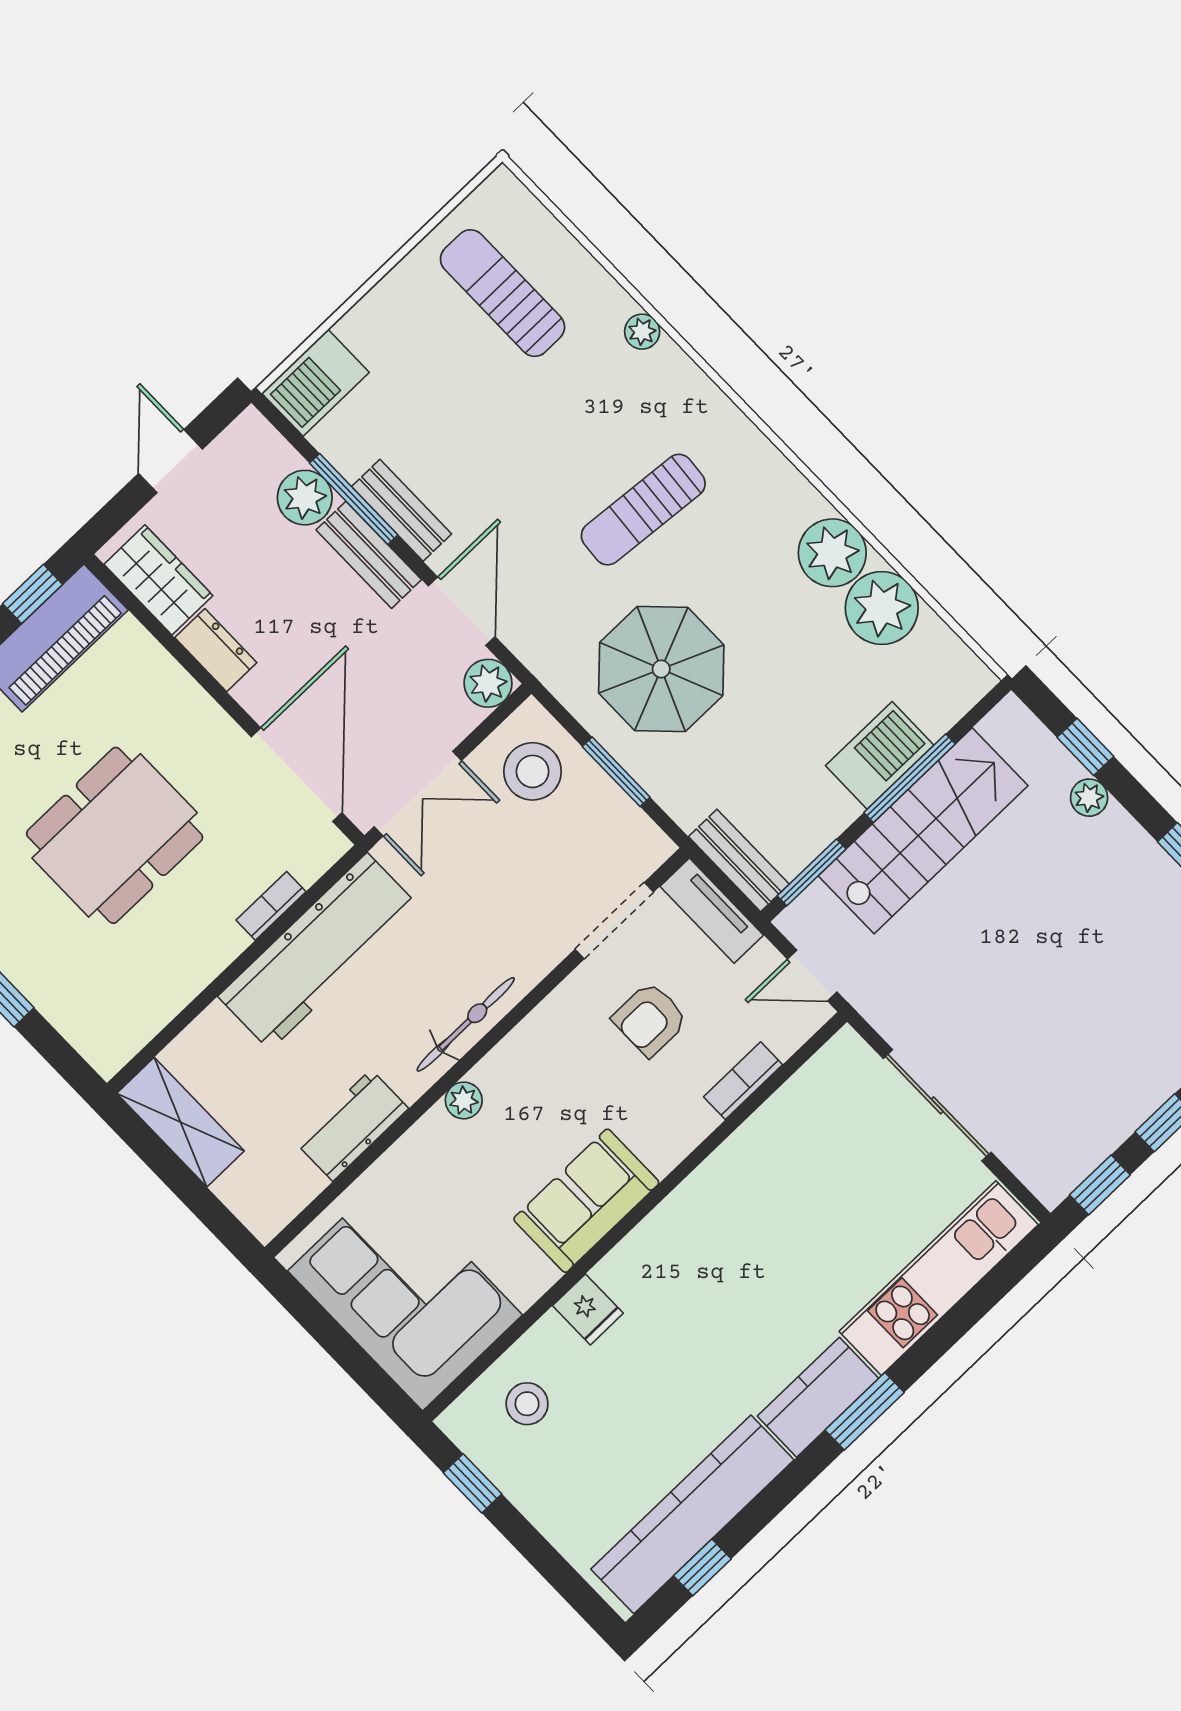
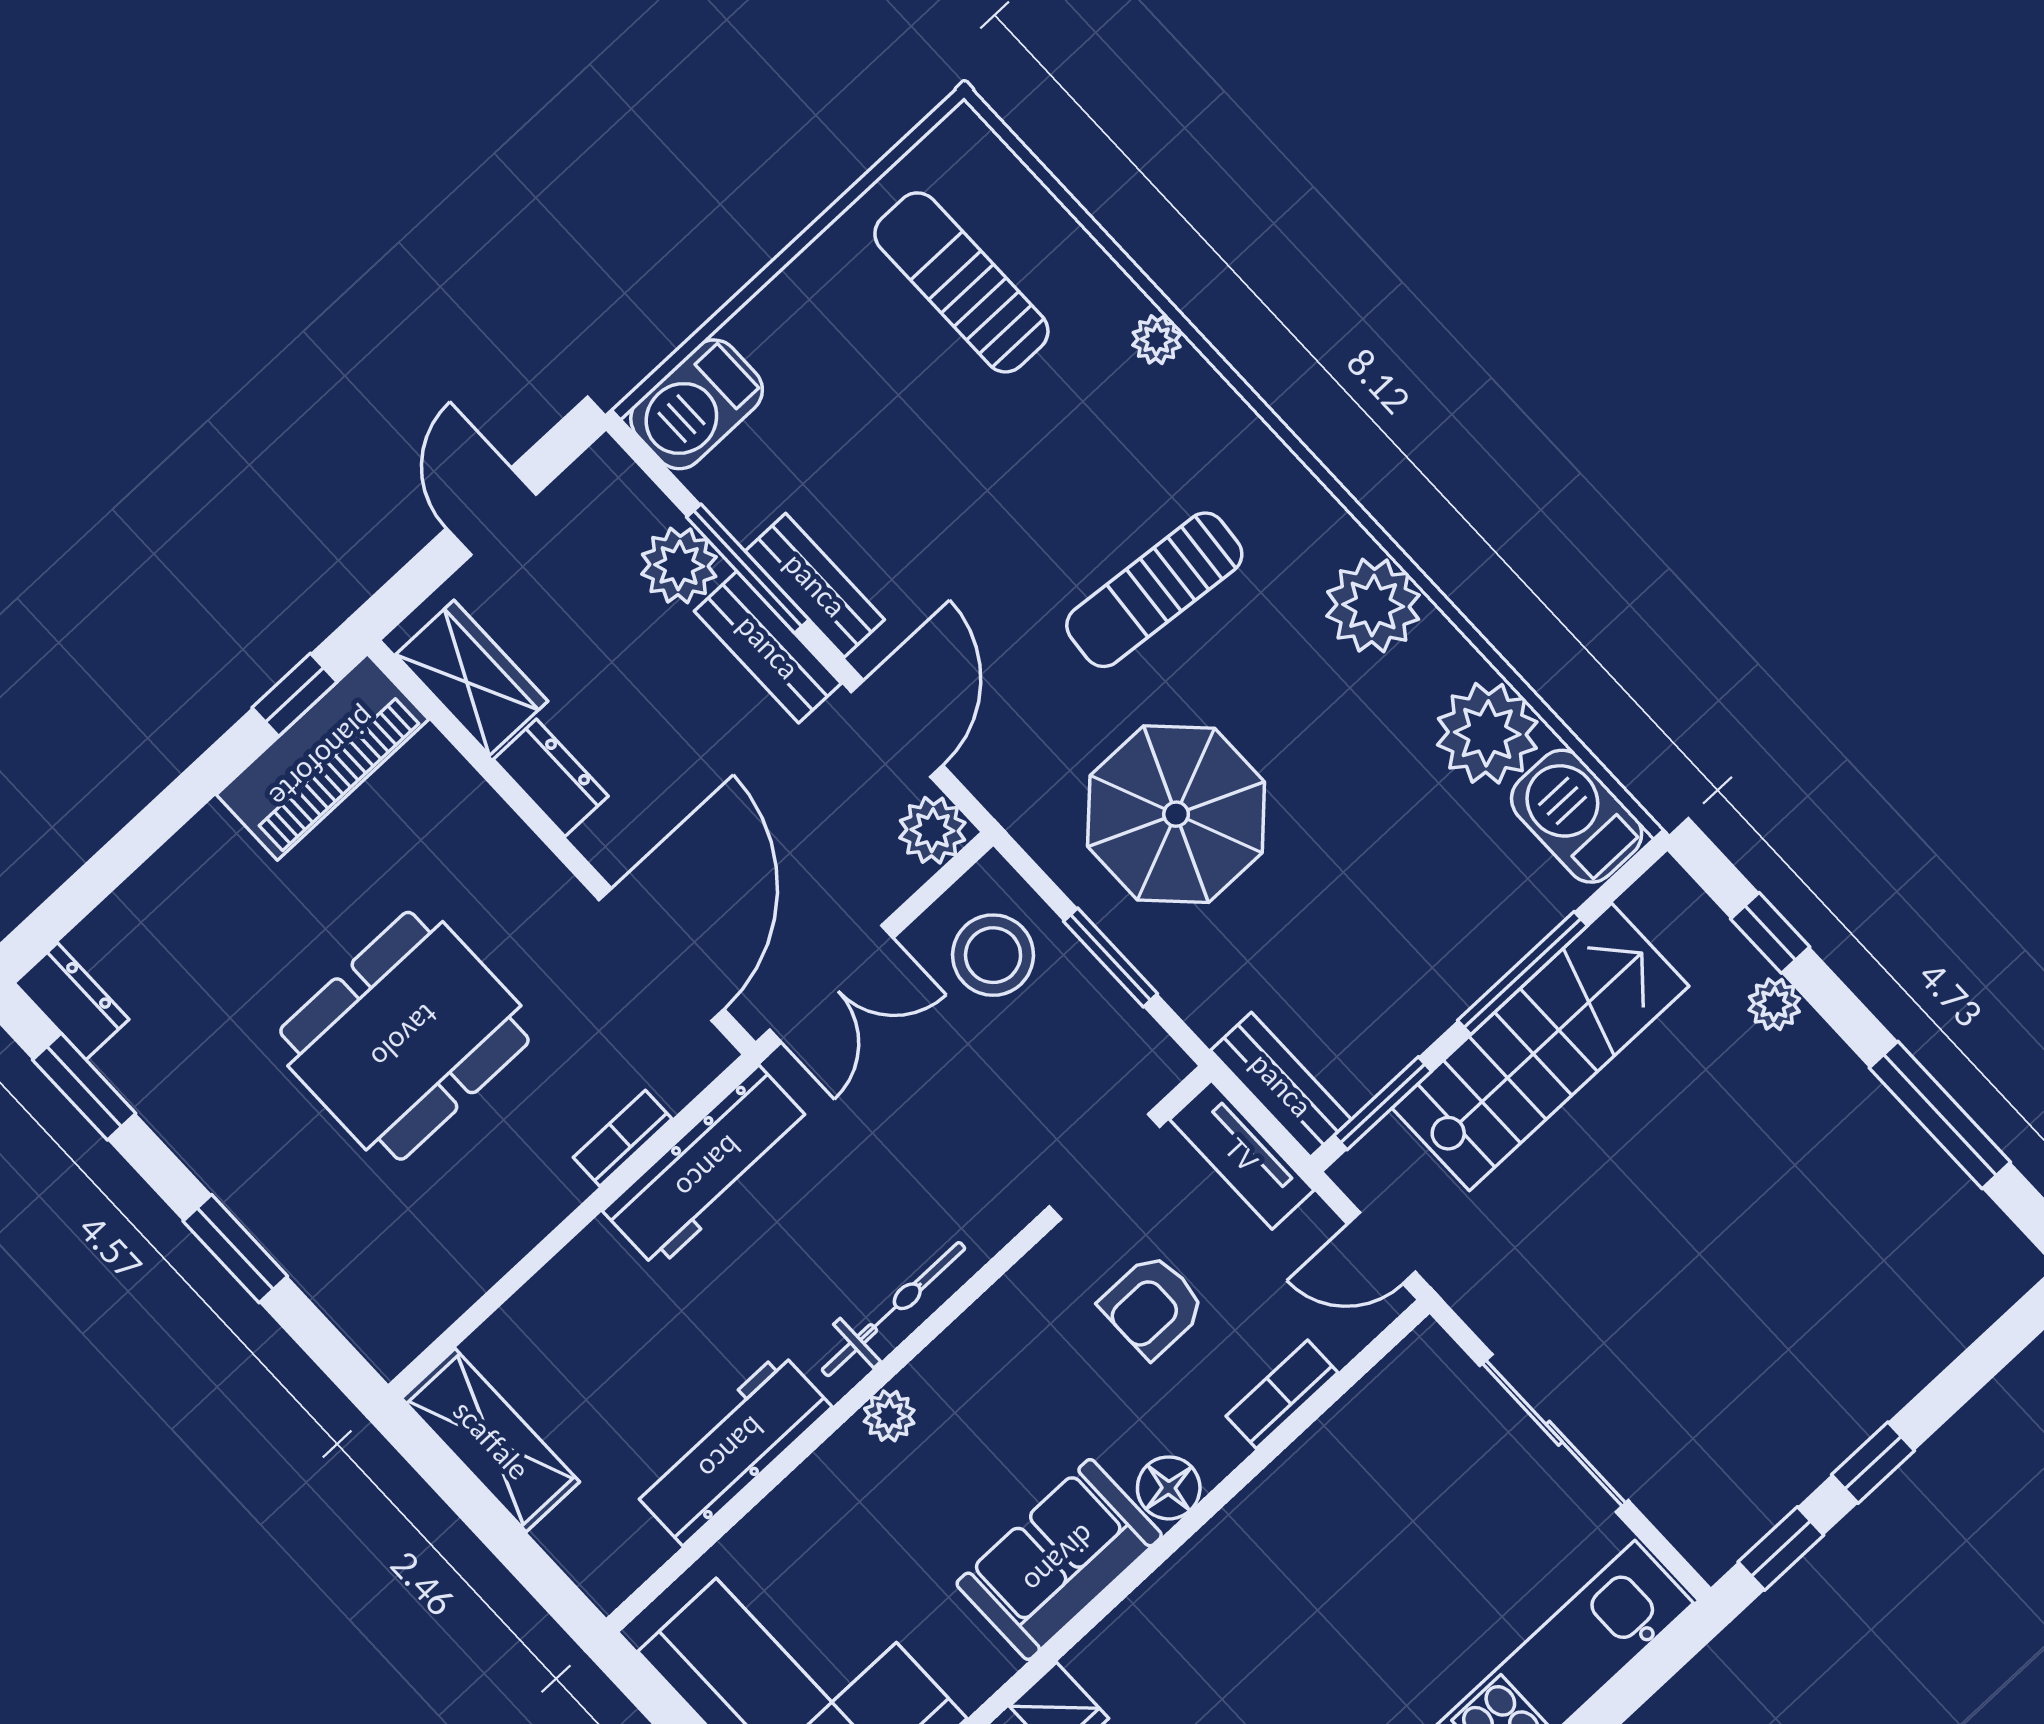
plant: (832, 553) -> (1373, 606), moved
barbecue: (880, 755) -> (1577, 816), moved, turned -90
workbench: (319, 951) -> (708, 1167), width x0.73, depth x0.76
workbench: (352, 1125) -> (731, 1448), width x1.38
floor lamp: (663, 1149) -> (1169, 1488), added

